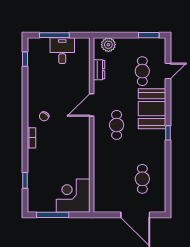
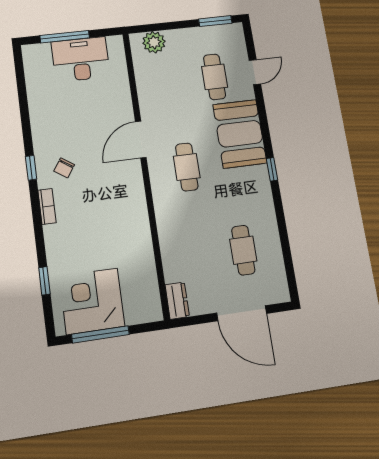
desk: (62, 51) -> (81, 59), width x1.37
window: (25, 59) -> (31, 168), moved
dresser: (99, 70) -> (177, 301), moved
corner desk: (73, 196) -> (92, 301), moved

